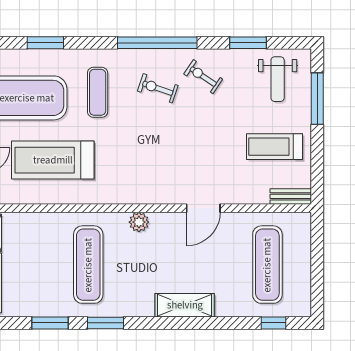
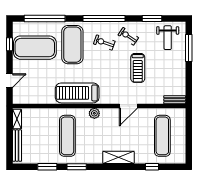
window: (45, 43) -> (45, 18), width x2.11
exercise mat: (98, 92) -> (72, 45), width x2.00, depth x1.45
treadmill: (275, 147) -> (138, 68), moved, turned -90
treadmill: (53, 160) -> (77, 93), moved
window: (273, 323) -> (152, 167), moved

